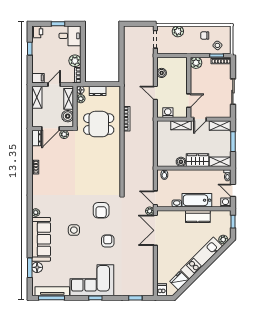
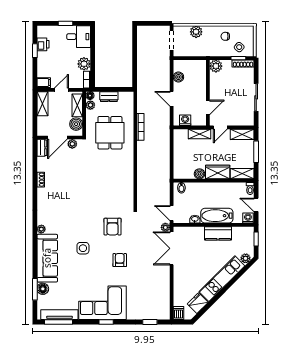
printer: (37, 32) -> (43, 44), moved
dining table: (99, 124) -> (110, 133), turned 90

